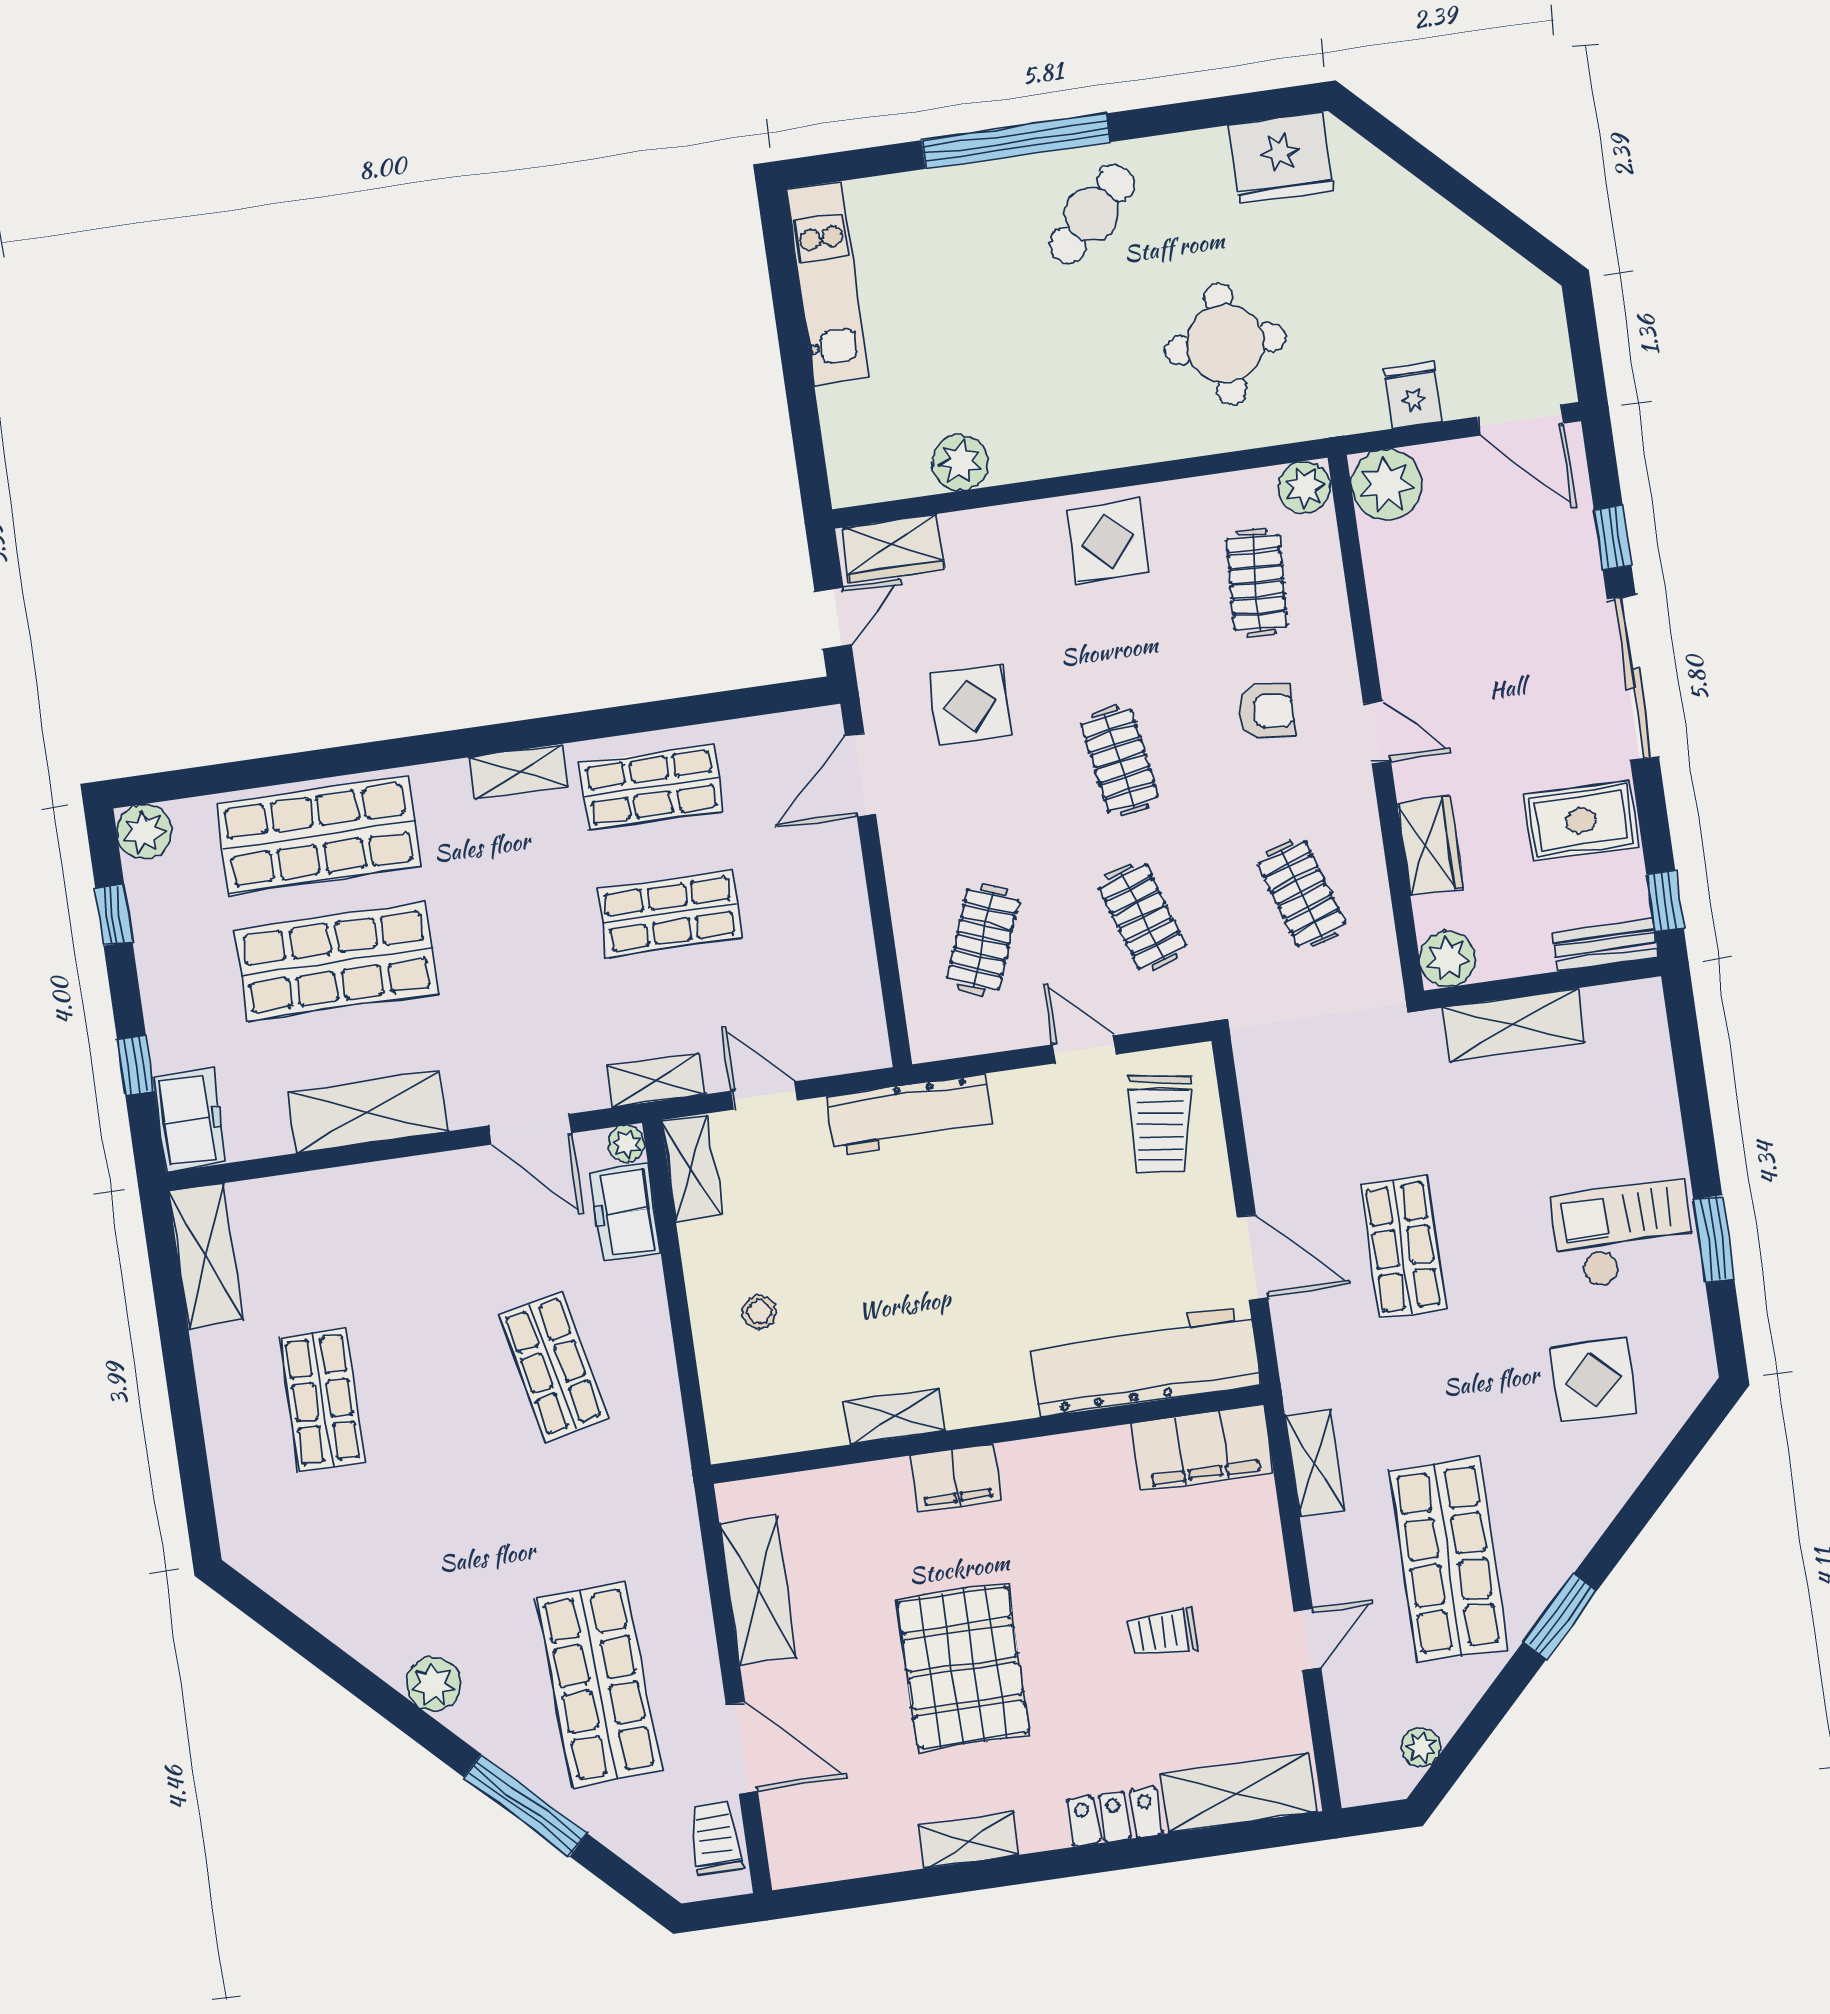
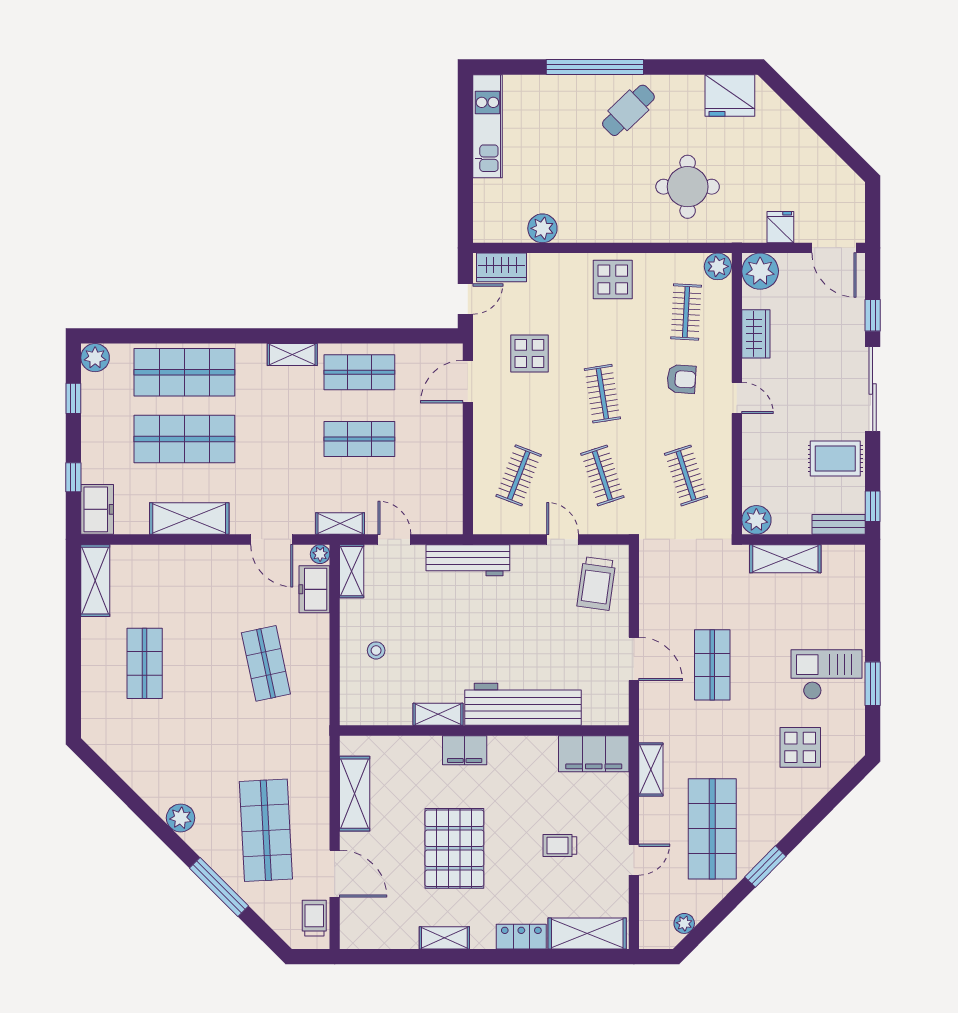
wardrobe: (1430, 846) -> (756, 334), moved
workbench: (1145, 1361) -> (523, 704), moved

